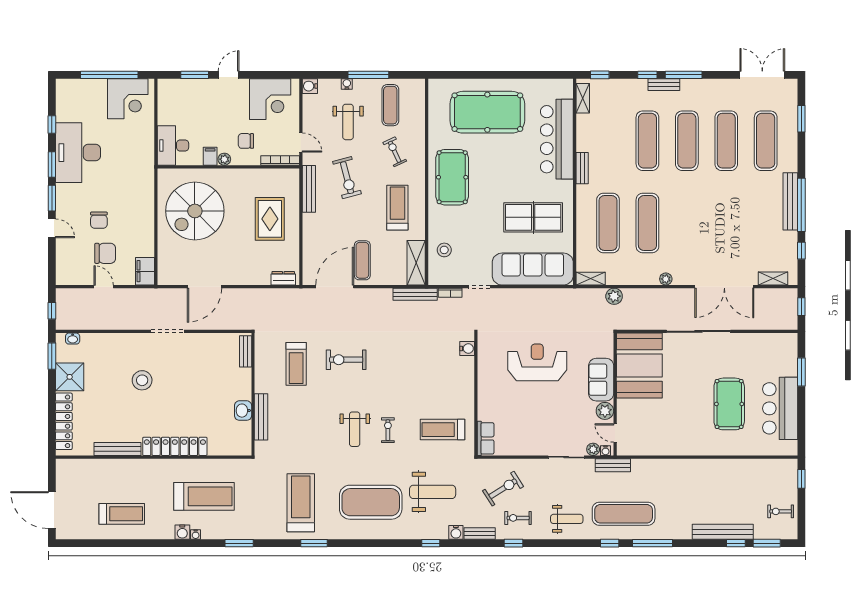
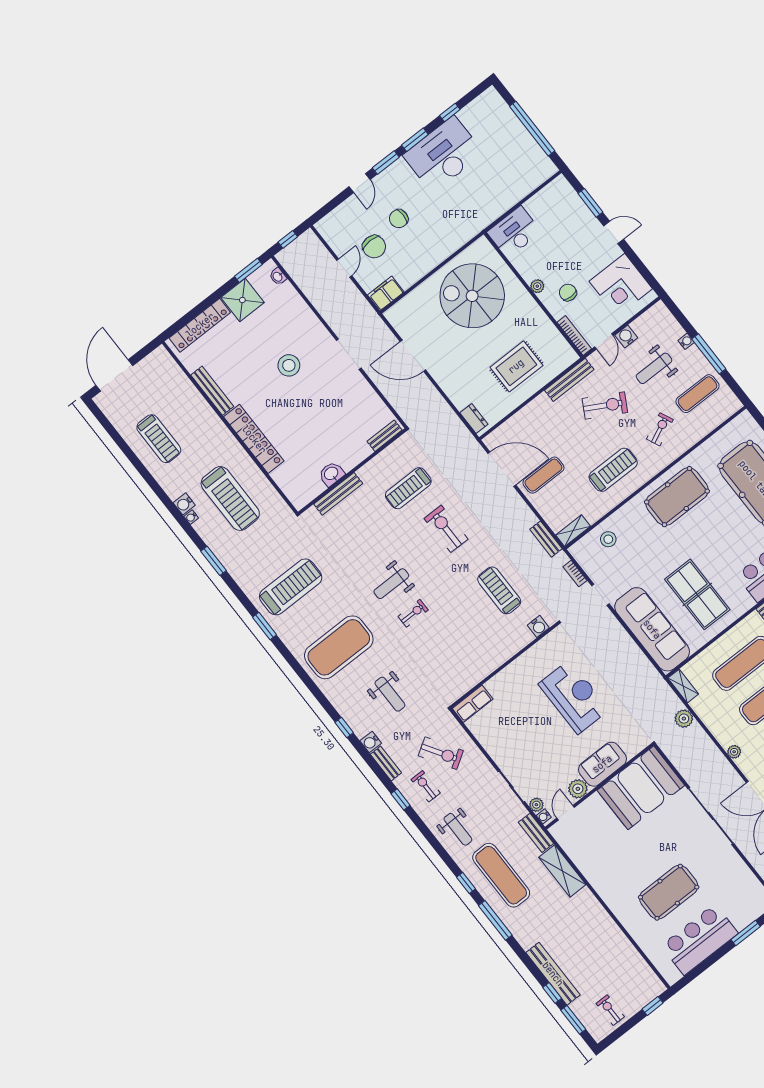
water cooler: (310, 86) -> (626, 336), moved
corner desk: (128, 99) -> (524, 161), removed
filing cabinet: (210, 156) -> (530, 272), removed
exercise bike: (347, 178) -> (605, 405), turned -136
shelving: (416, 263) -> (573, 531), width x0.67, depth x0.75
bench: (415, 294) -> (546, 539), width x0.73
treadmill: (443, 430) -> (499, 590), moved
shelving: (655, 468) -> (562, 871), added
weight bench: (433, 492) -> (390, 694), width x0.73, depth x0.75
exercise mat: (371, 502) -> (339, 647), turned 90

